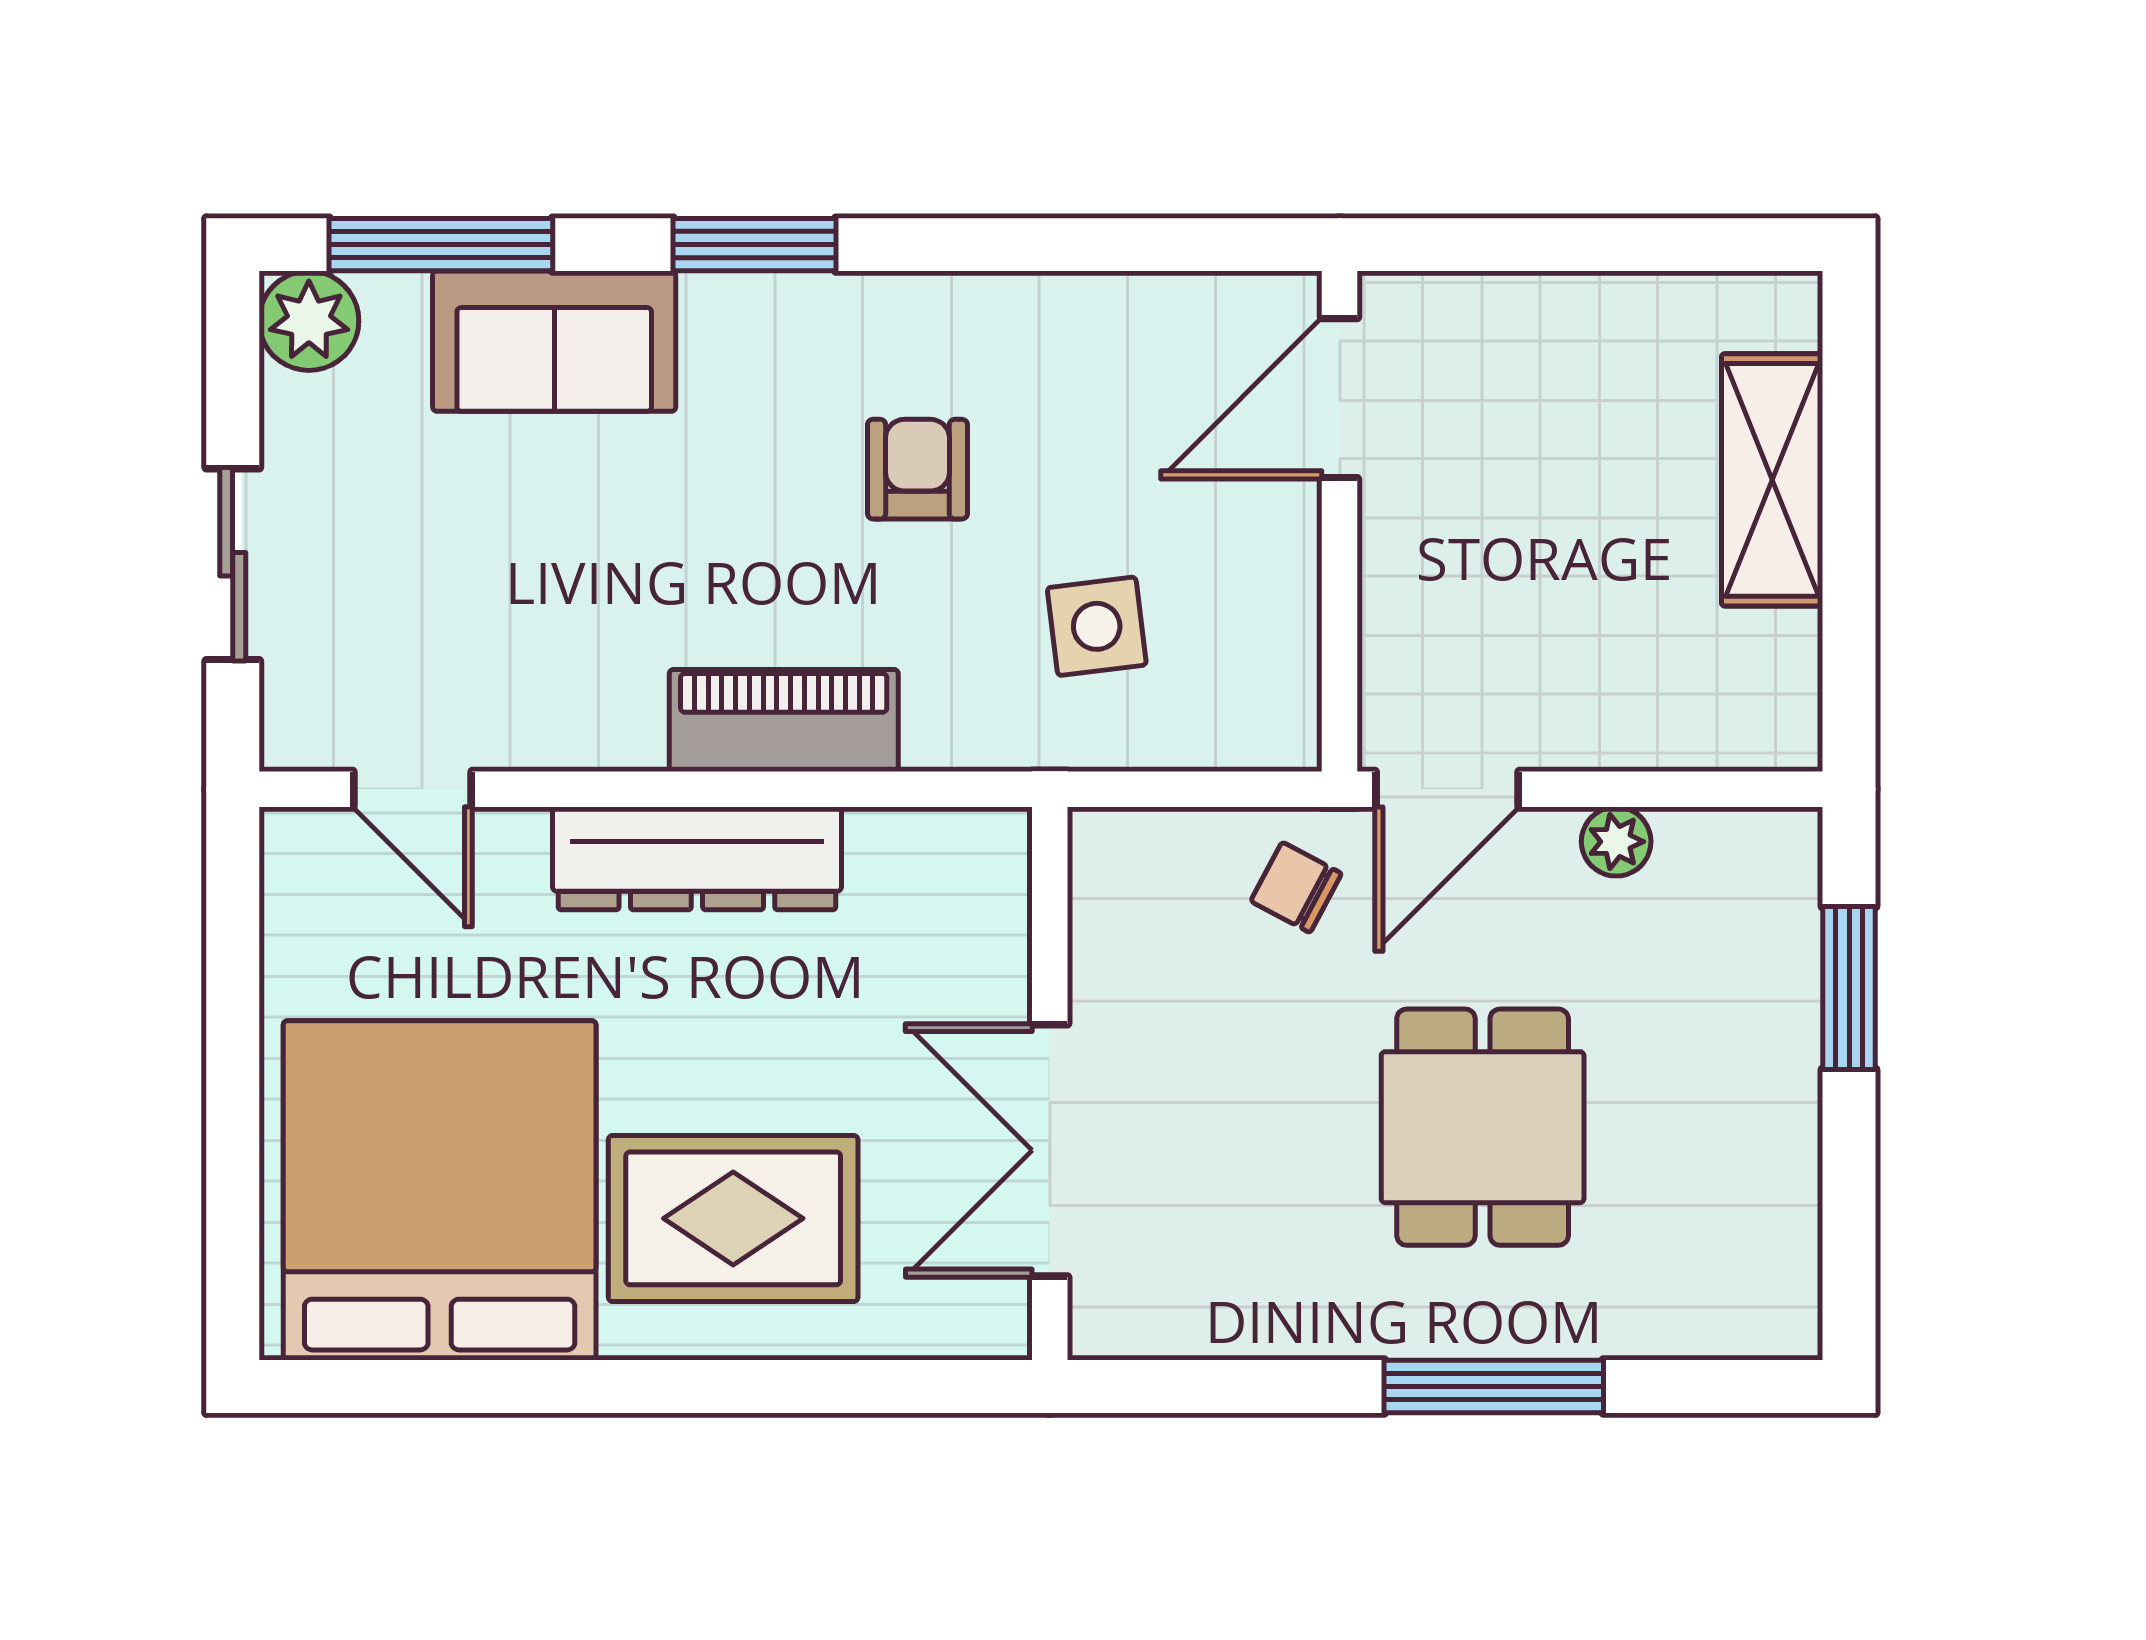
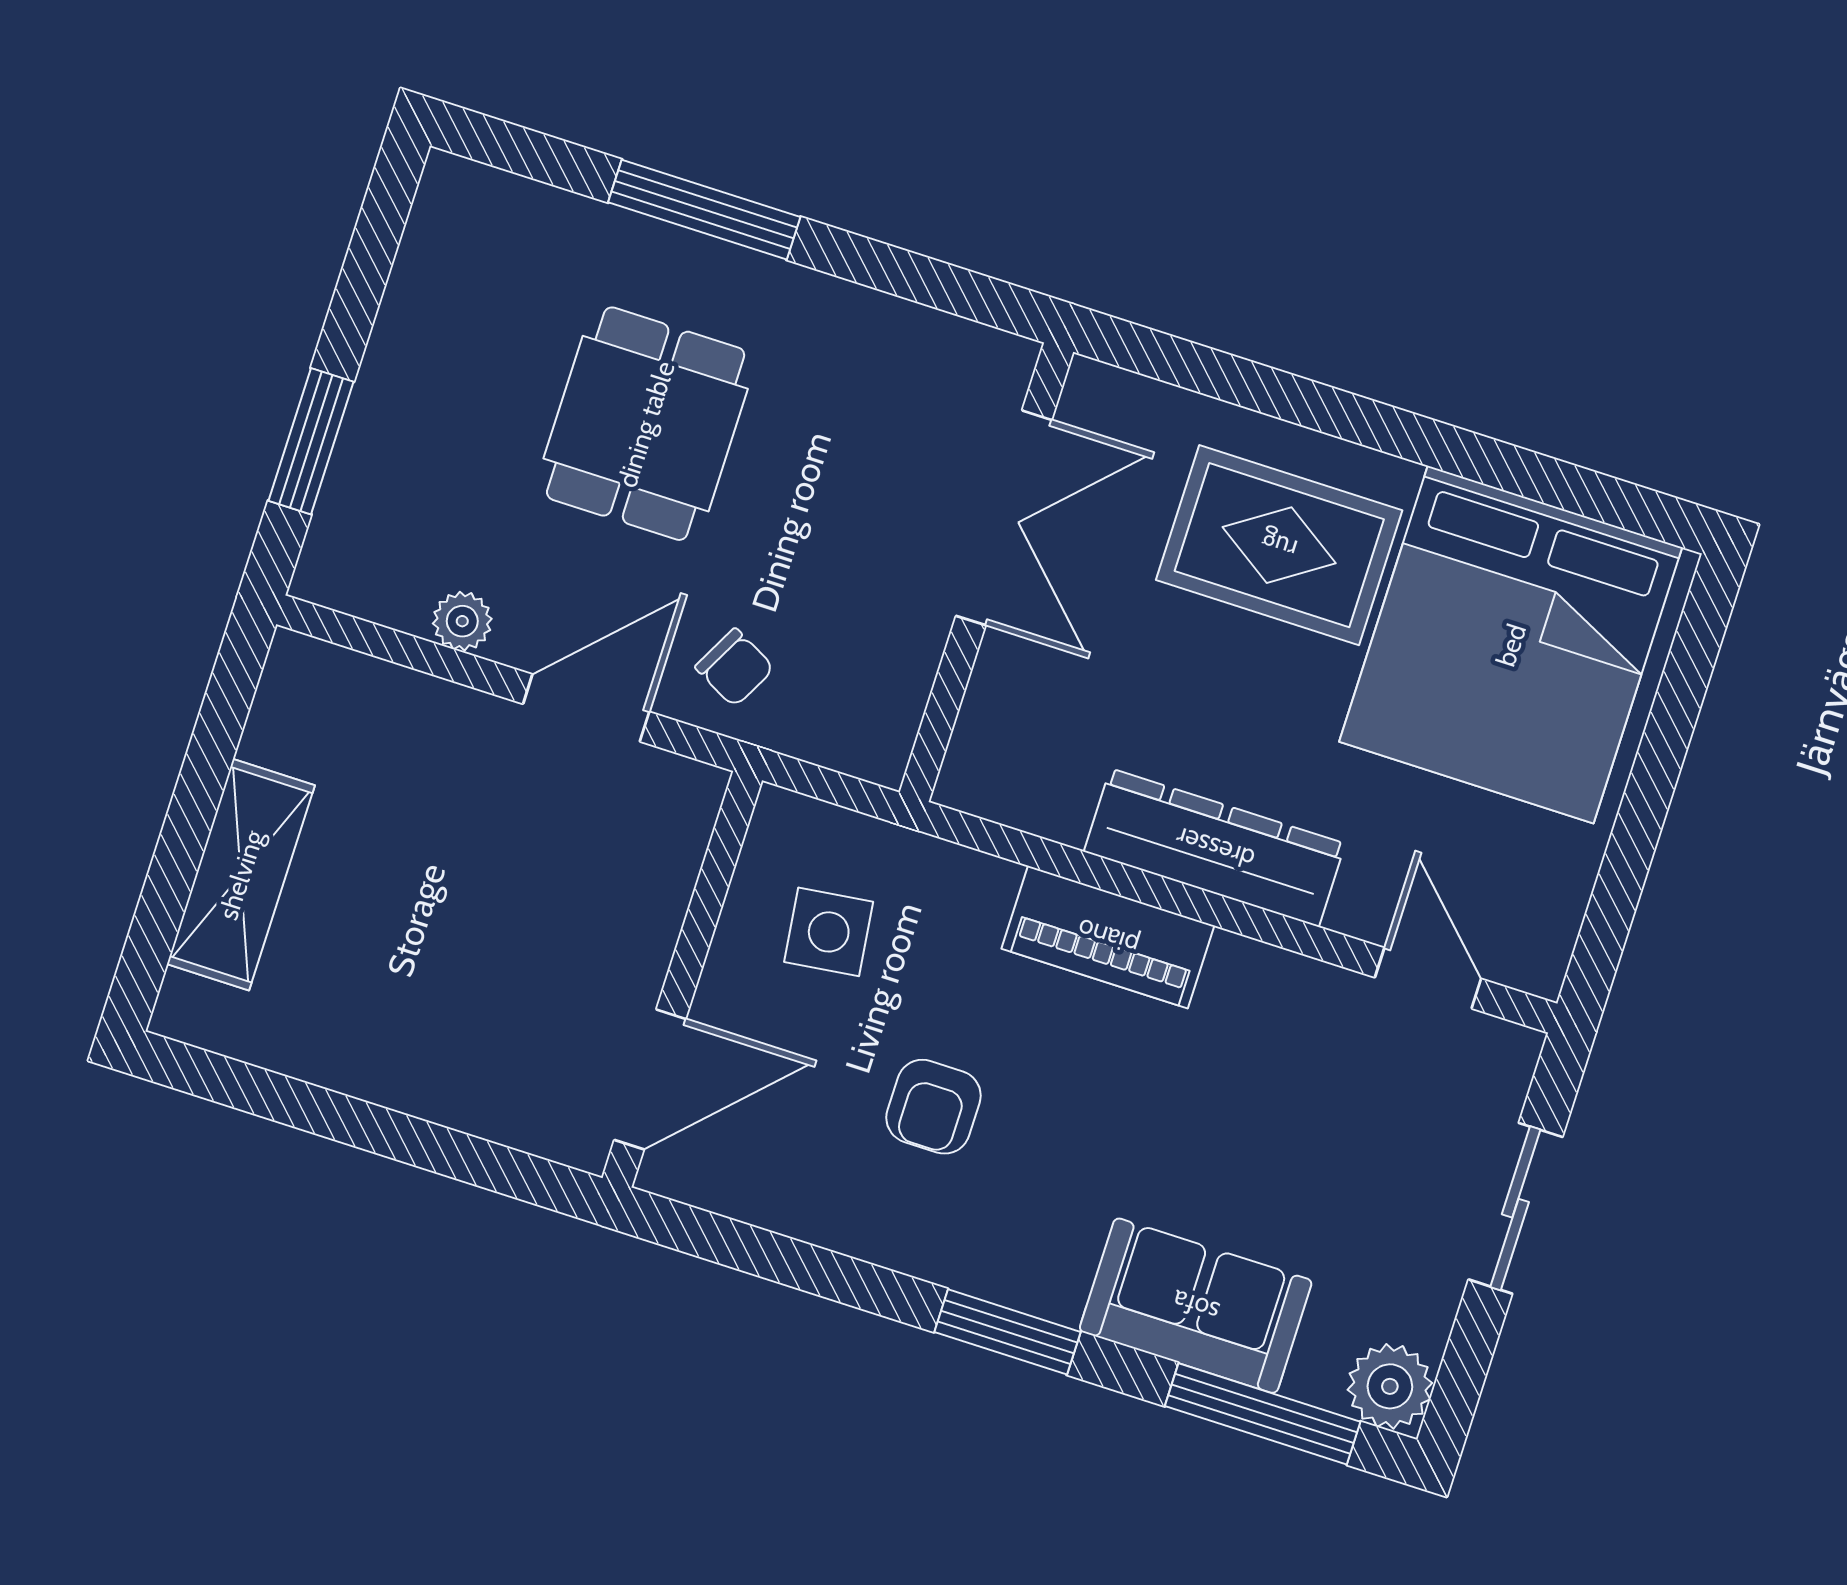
door: (1340, 398) -> (650, 1079), moved
wall: (1340, 521) -> (682, 979), moved

